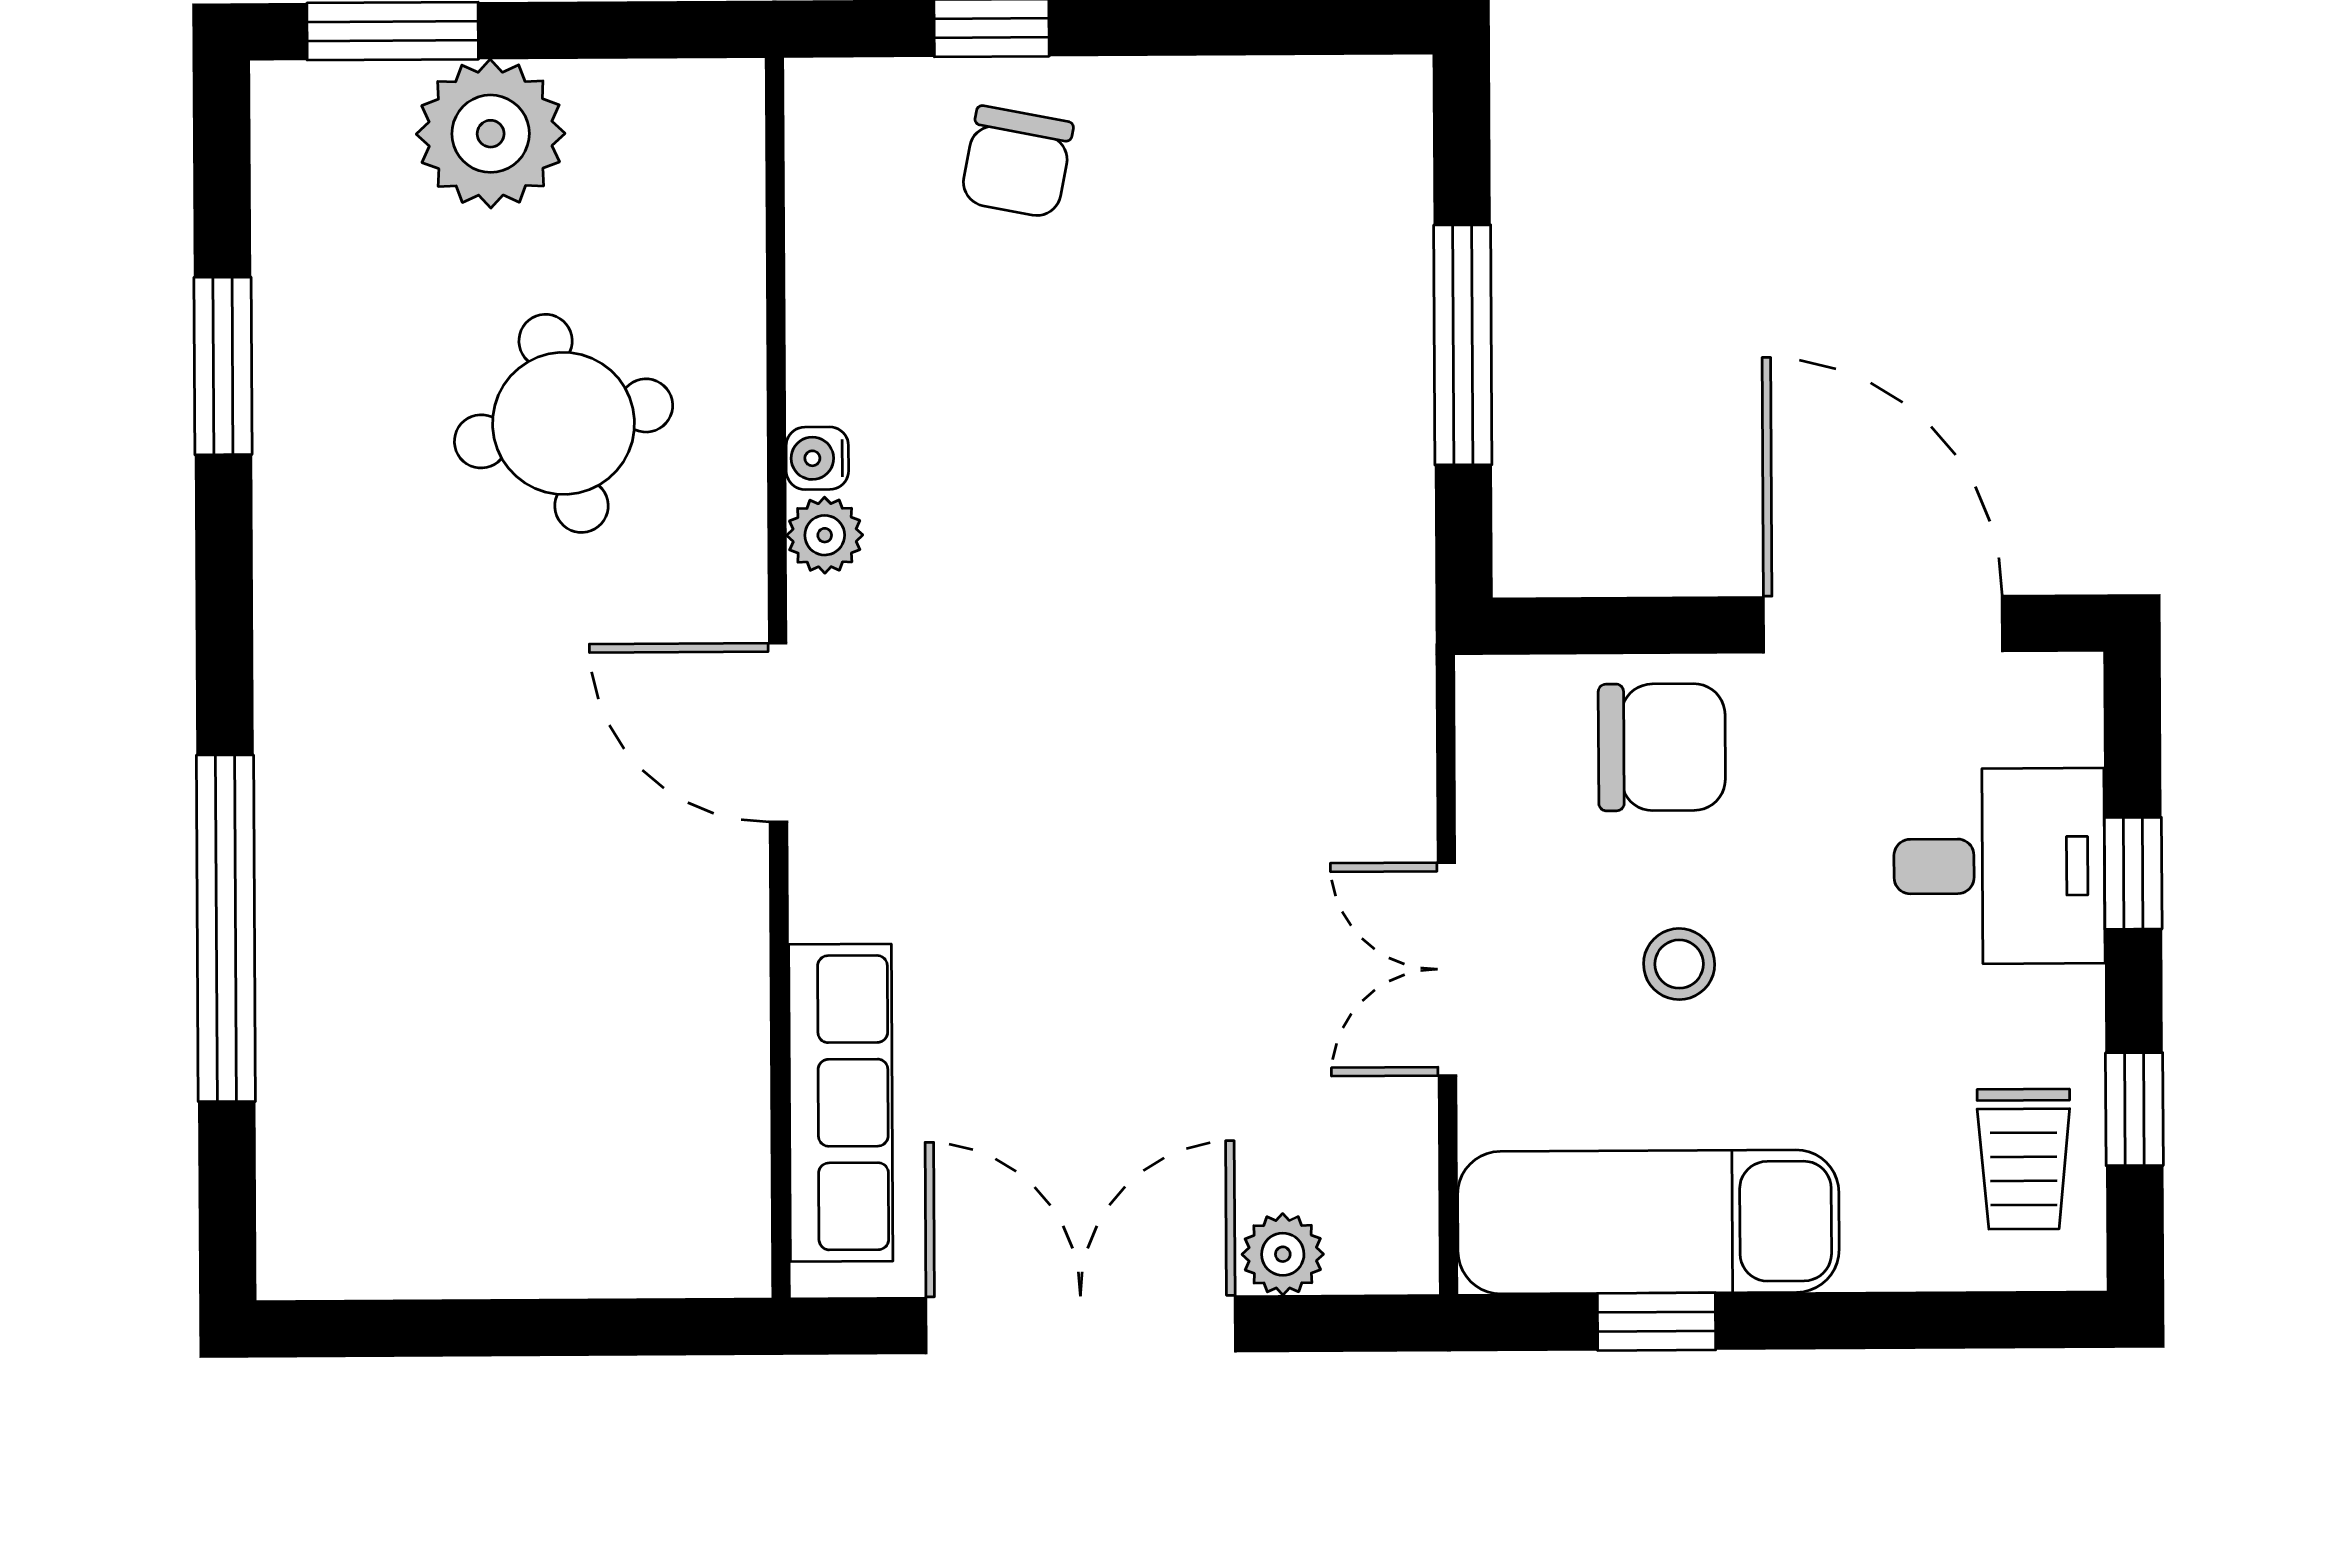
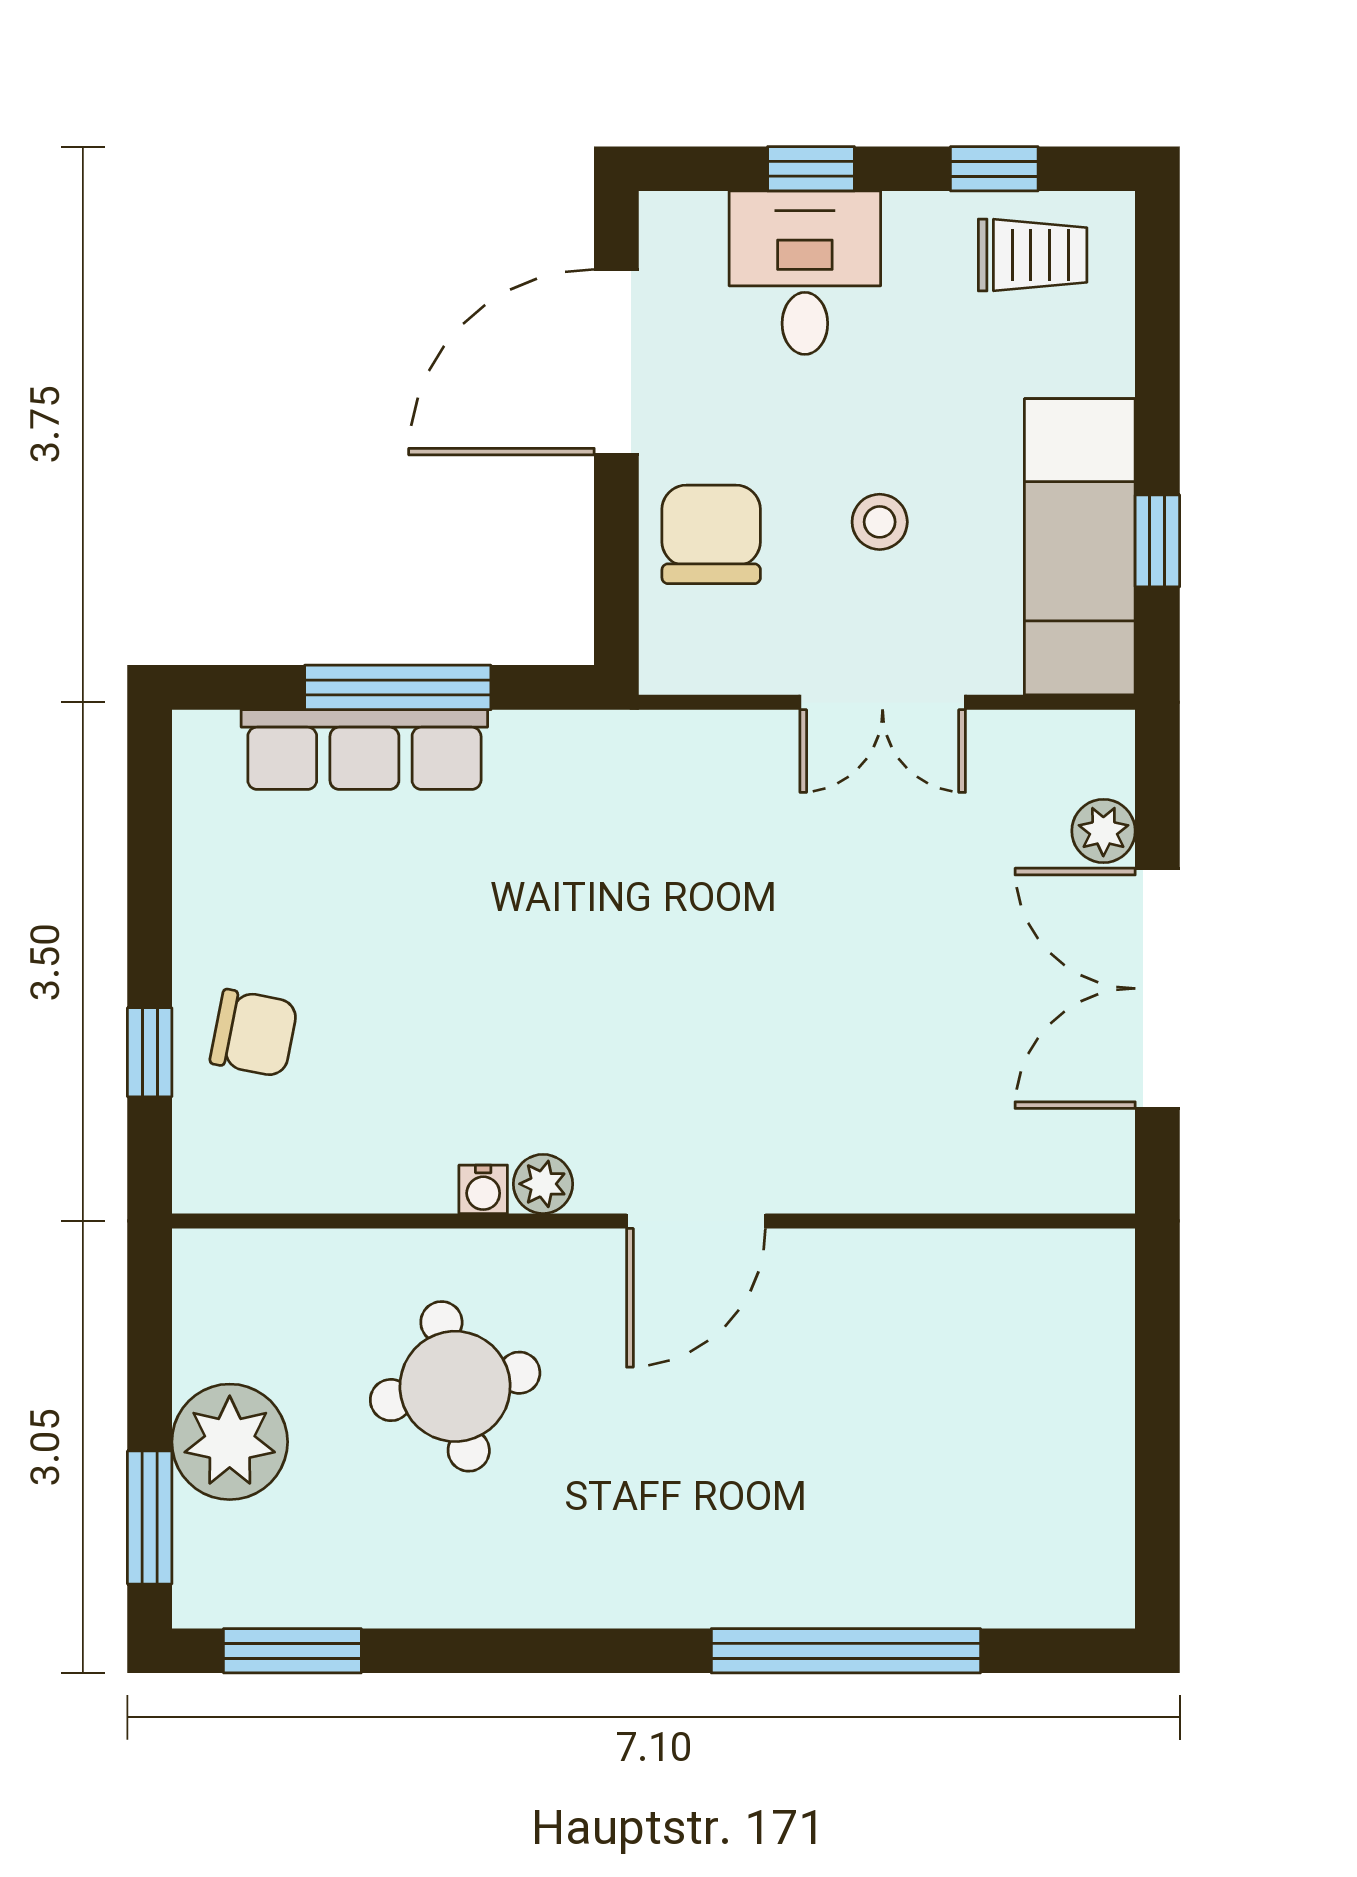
window: (223, 366) -> (292, 1651), moved
row of seats: (841, 1103) -> (364, 750), moved, turned 180

